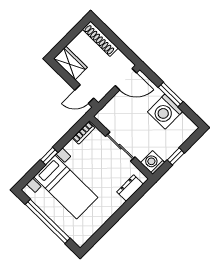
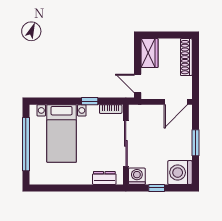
door: (126, 79) -> (176, 102), hinge flipped
washing machine: (165, 112) -> (180, 173), moved
sliding door: (120, 147) -> (126, 143), width x1.37
window: (49, 156) -> (90, 101), moved

